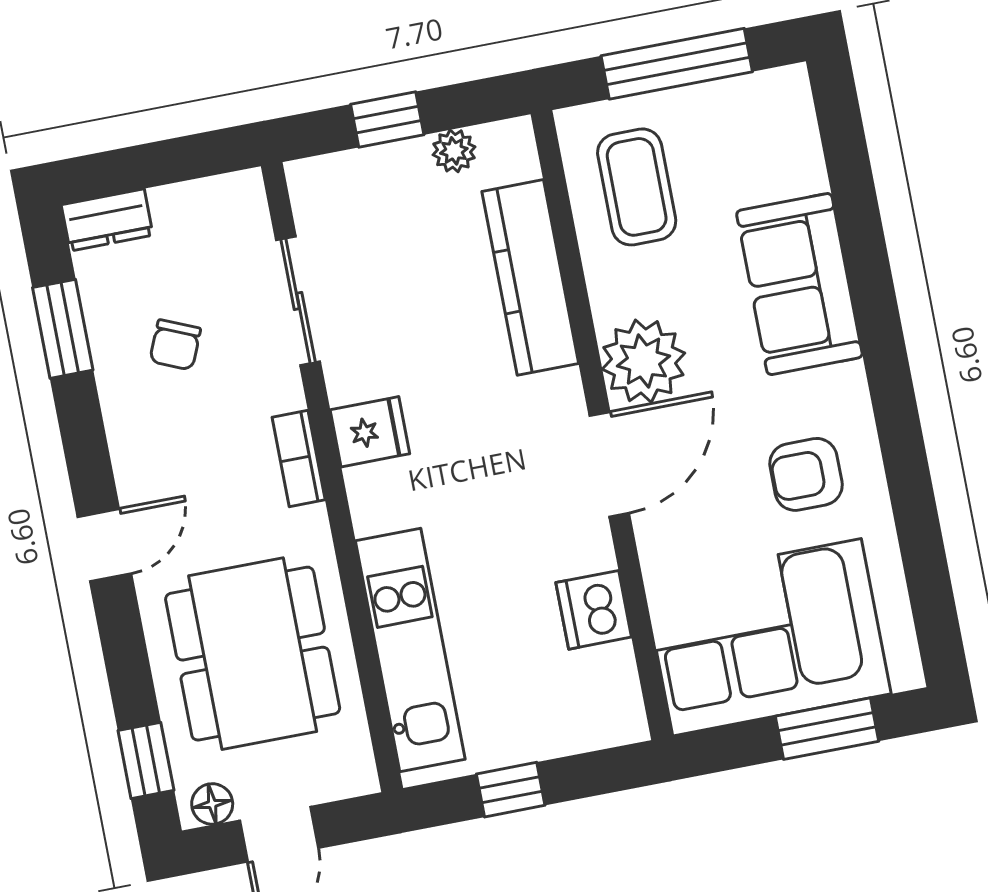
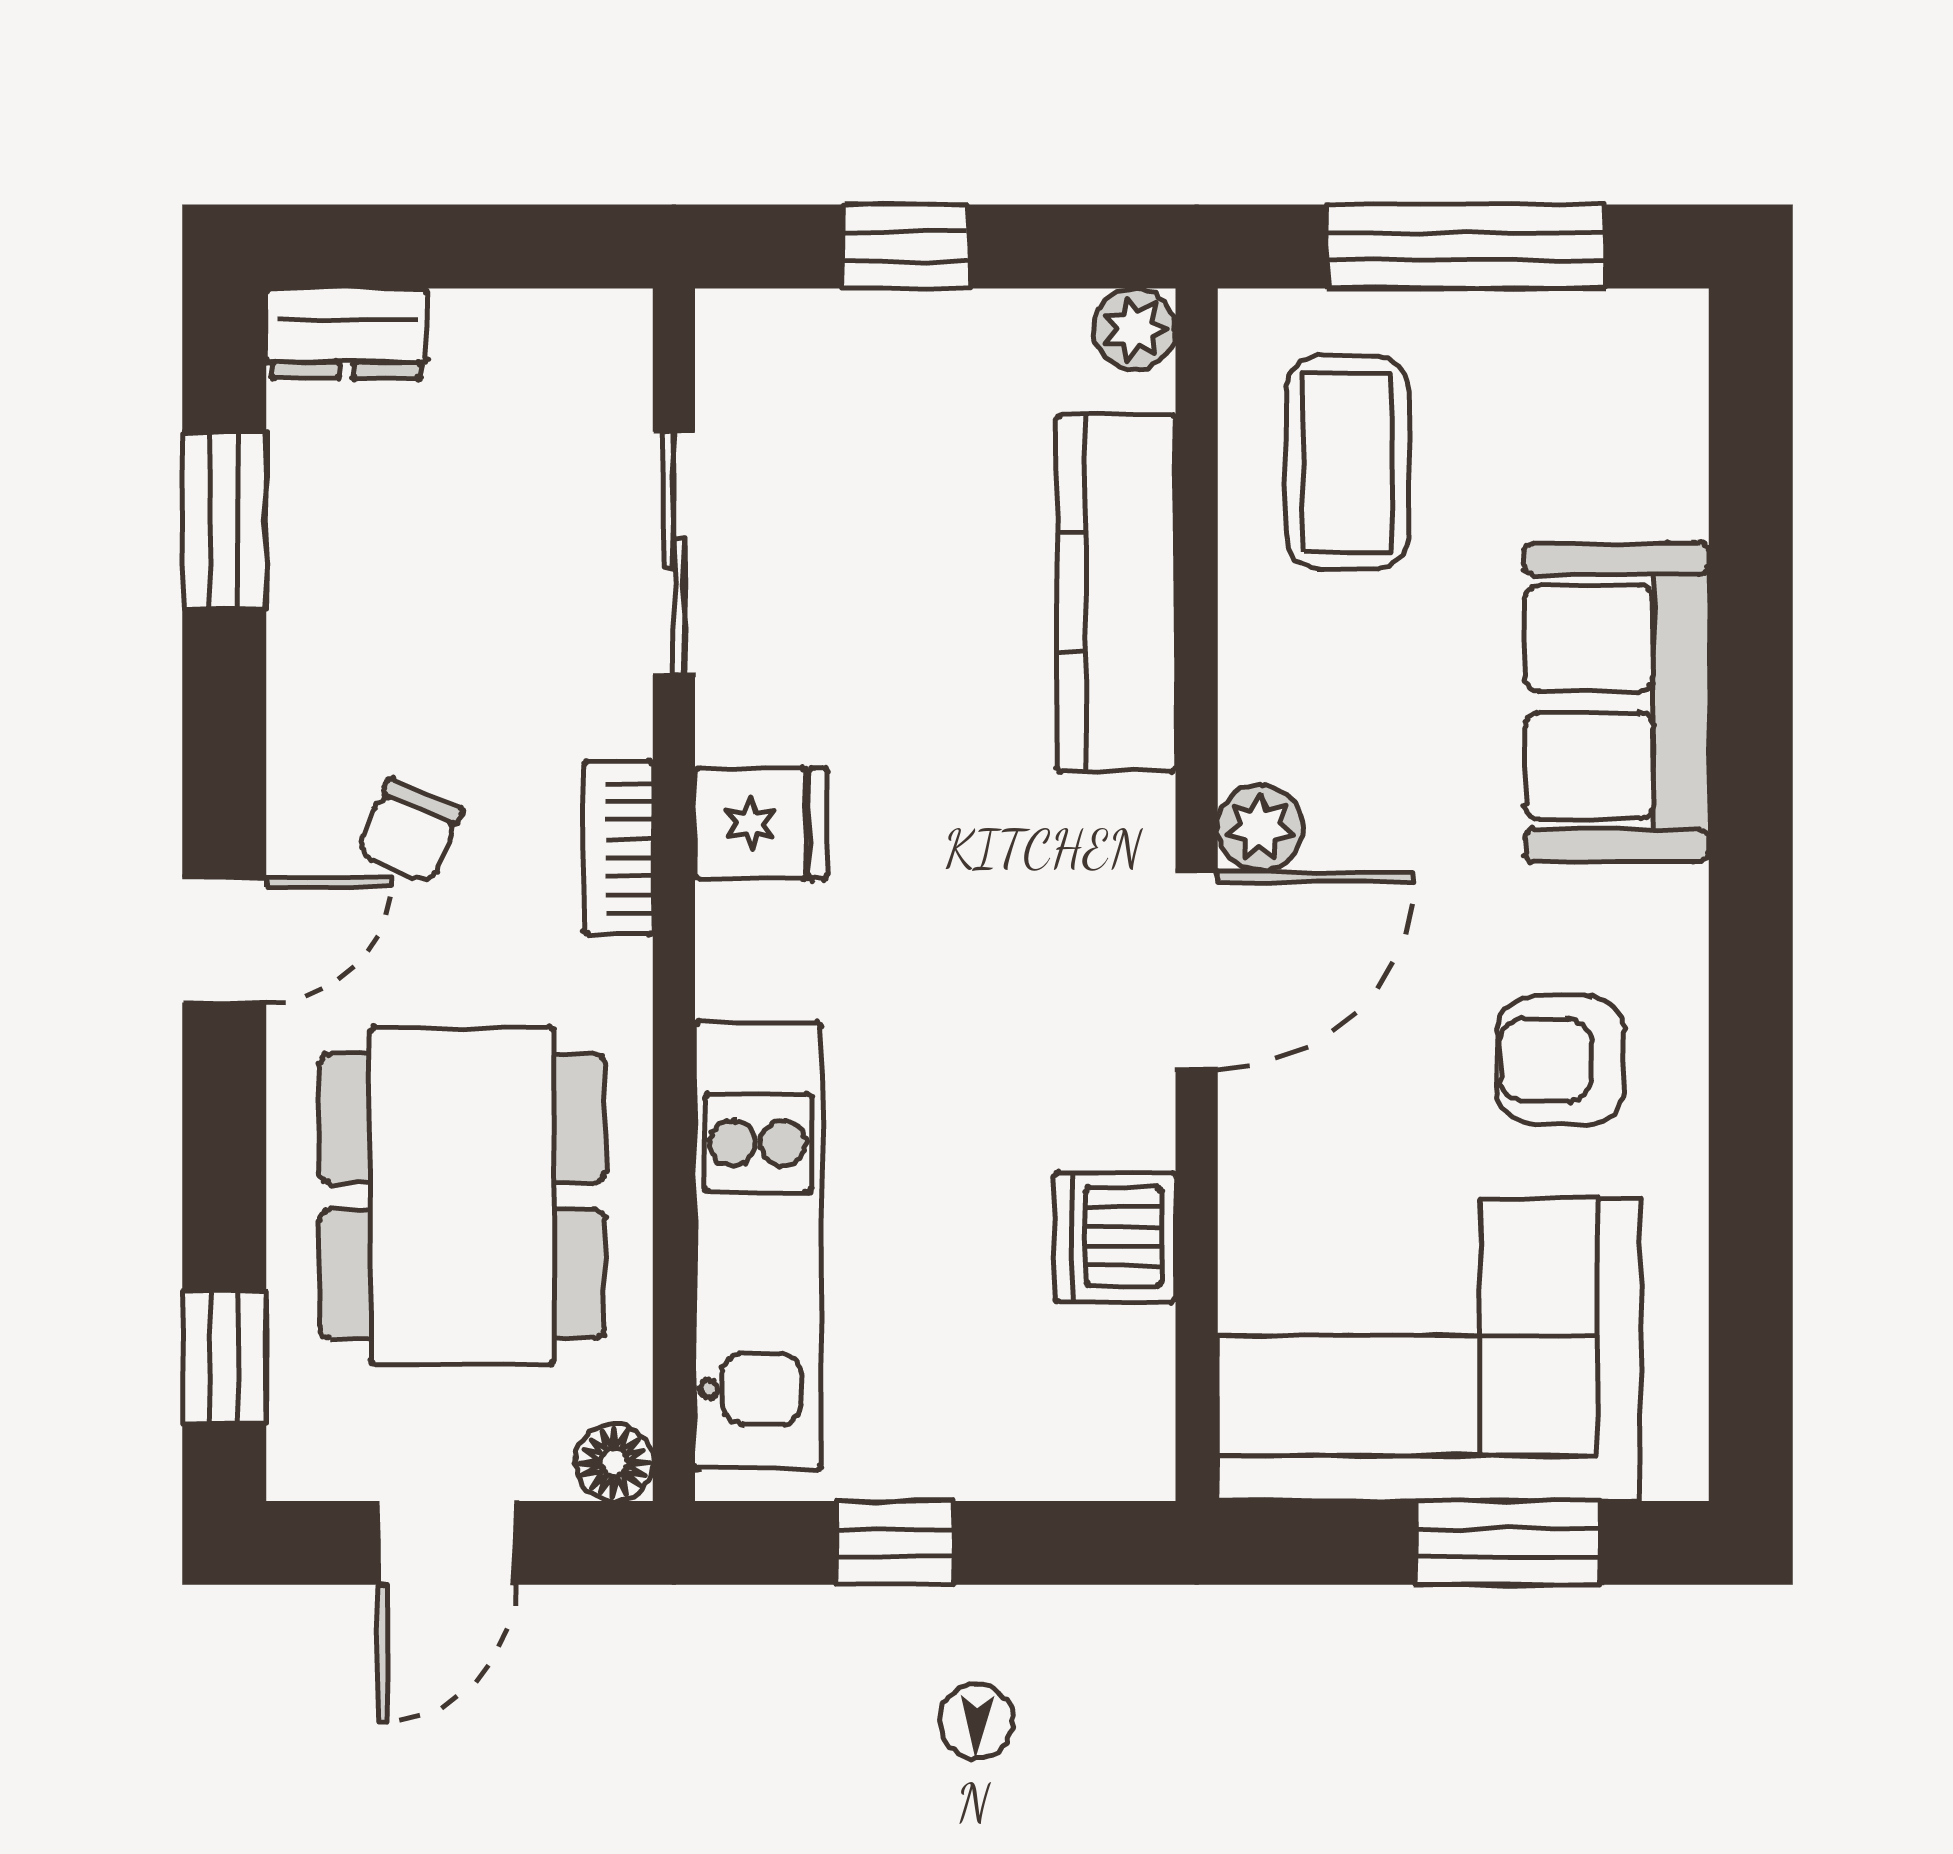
plant: (454, 151) -> (1135, 329), moved
chair: (175, 345) -> (410, 831), moved
plant: (643, 361) -> (1260, 827), width x0.53, depth x0.53
floor lamp: (212, 804) -> (614, 1462), moved

